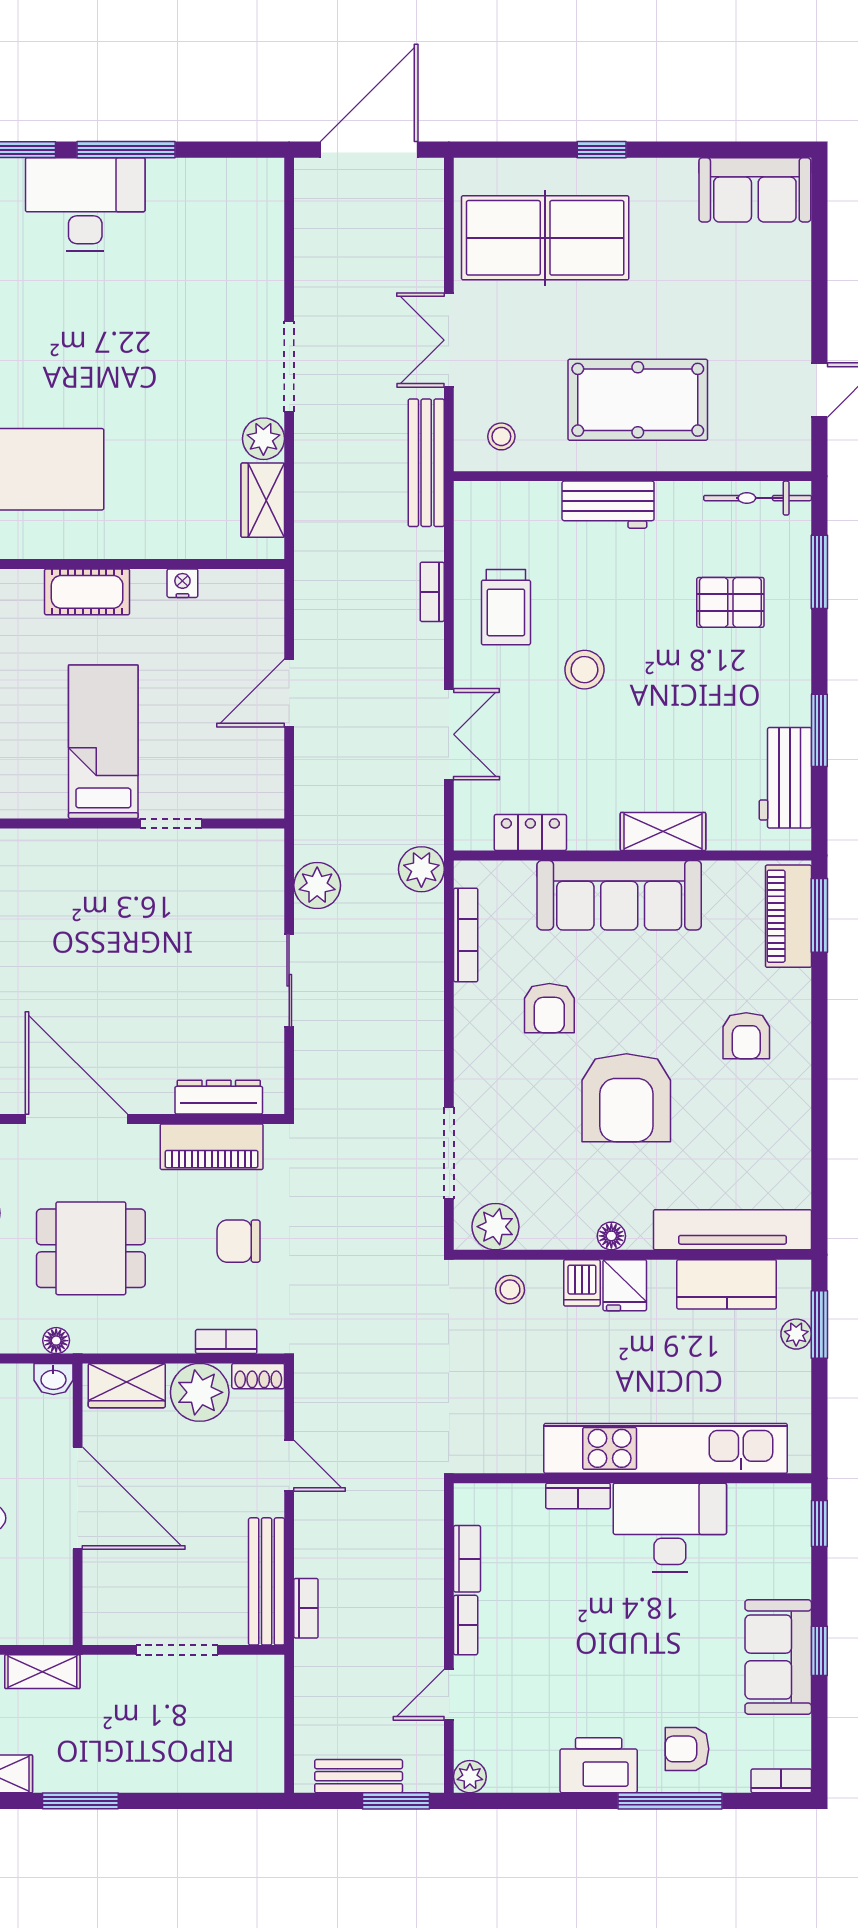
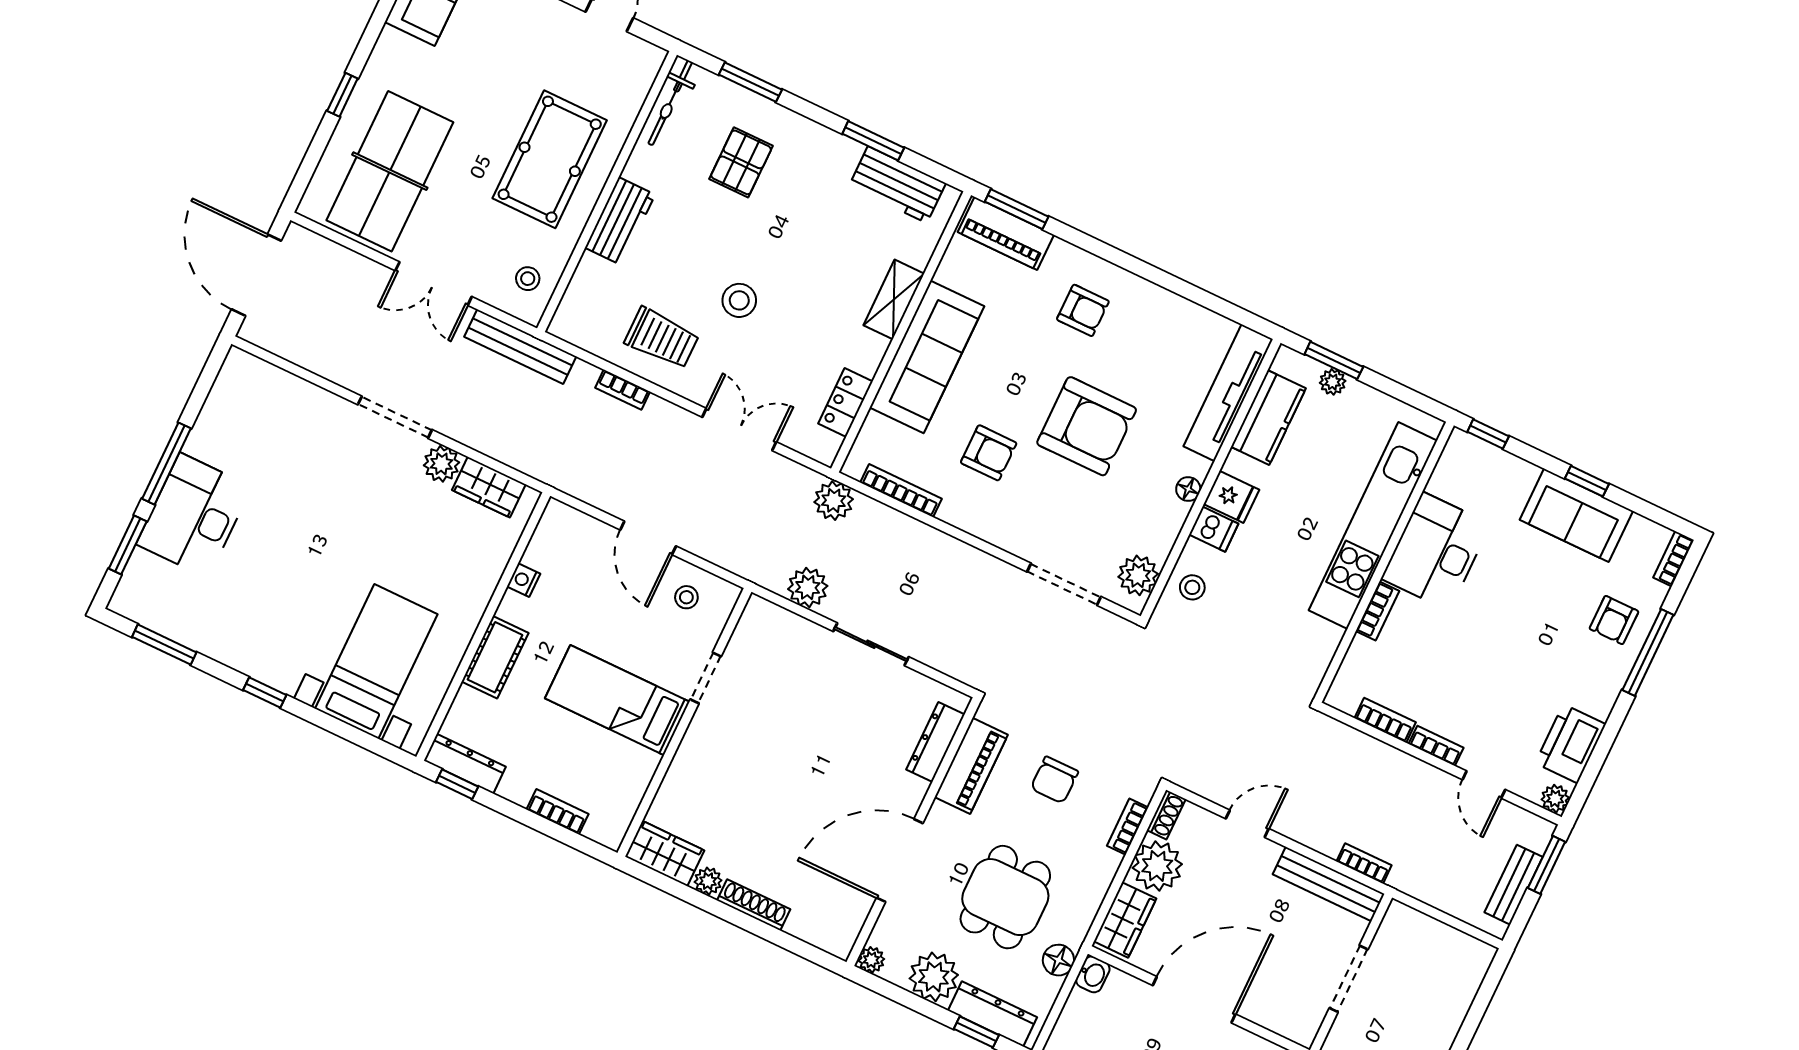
stool: (246, 763) -> (686, 597), added
floor lamp: (56, 1341) -> (1058, 960), width x1.37, depth x1.37
printer: (599, 1765) -> (1571, 744), moved

